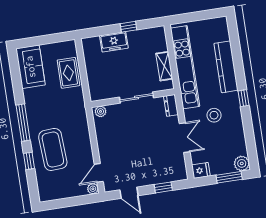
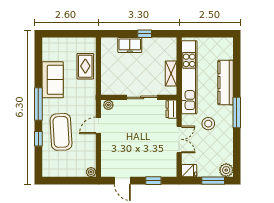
sofa: (30, 67) -> (53, 80), moved
window: (243, 98) -> (237, 113), width x2.17
door: (99, 173) -> (98, 125), moved

